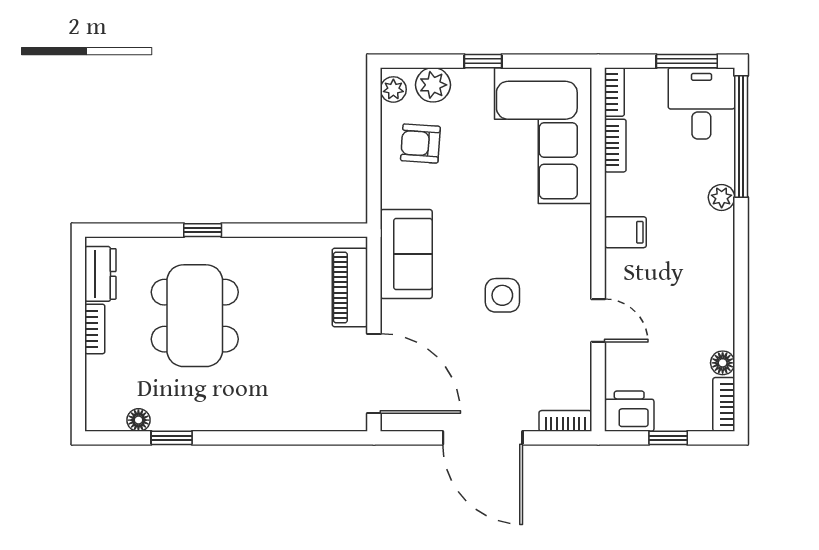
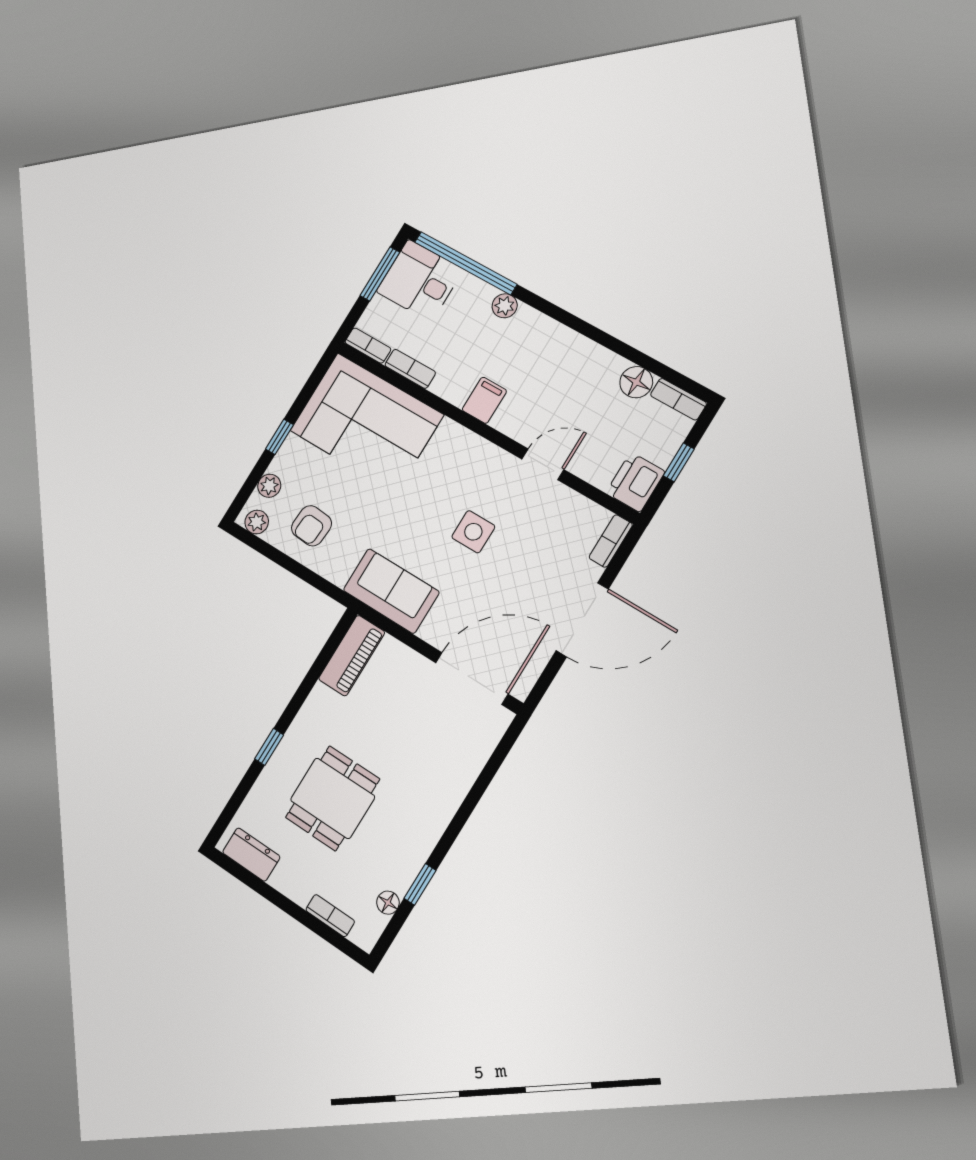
plant: (433, 85) -> (269, 486), width x0.73, depth x0.73
piano: (350, 287) -> (352, 656), moved, turned -90
dining table: (195, 316) -> (333, 798), width x0.73
bookcase: (95, 329) -> (330, 916), moved
floor lamp: (723, 363) -> (636, 382), width x1.37, depth x1.37

